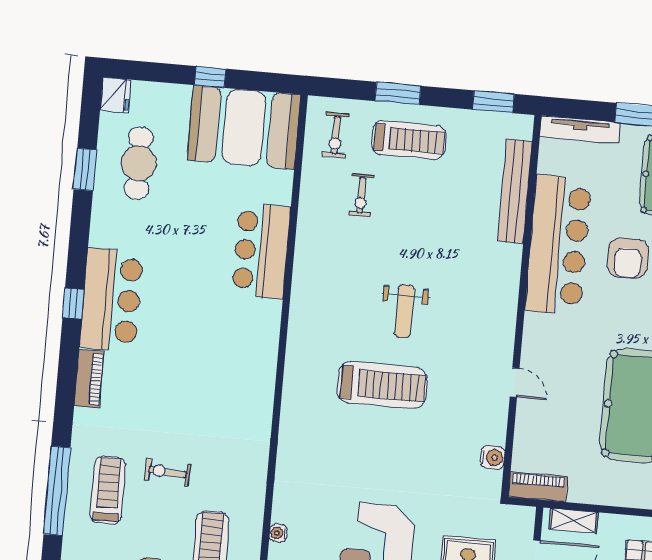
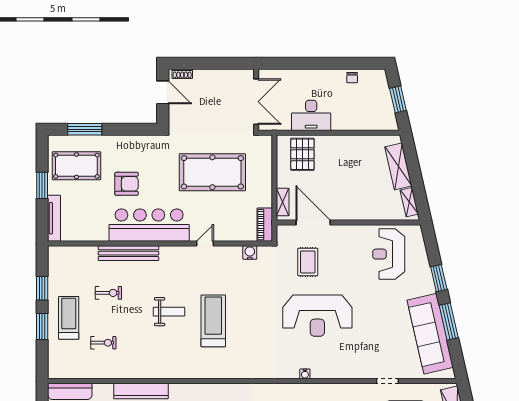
window: (493, 102) -> (42, 288), moved
exercise bike: (336, 135) -> (108, 293), moved
bench: (515, 191) -> (128, 253), moved
bar counter: (558, 245) -> (149, 225), moved

